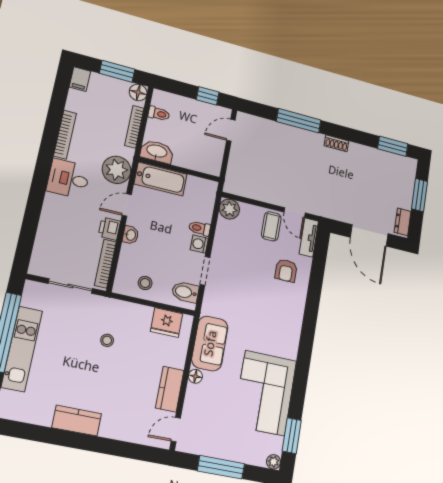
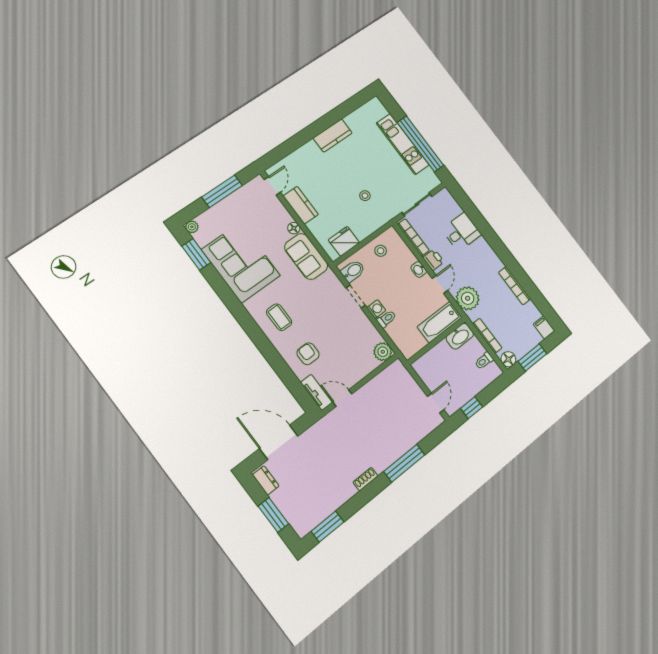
desk: (68, 179) -> (461, 232), moved
coffee table: (271, 226) -> (279, 317), moved

